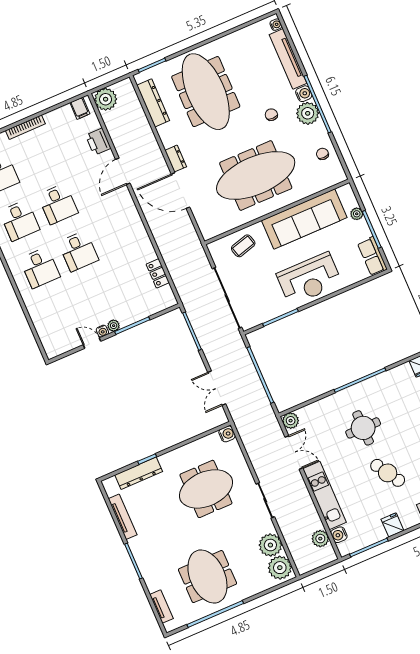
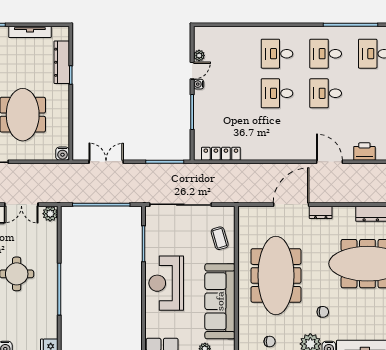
locker: (158, 273) -> (221, 154), width x1.53
plant: (114, 326) -> (199, 56), moved

